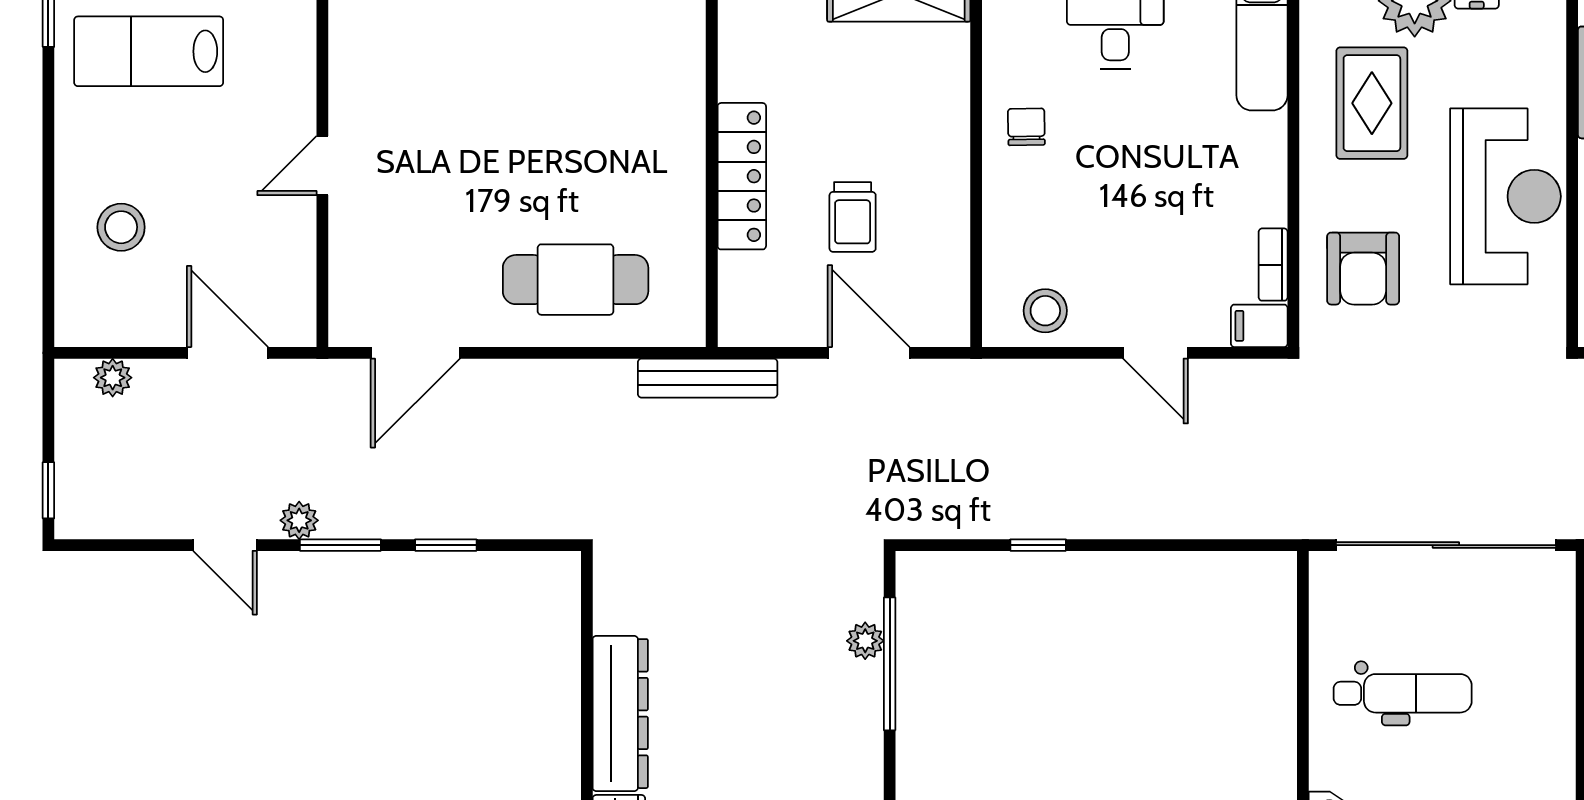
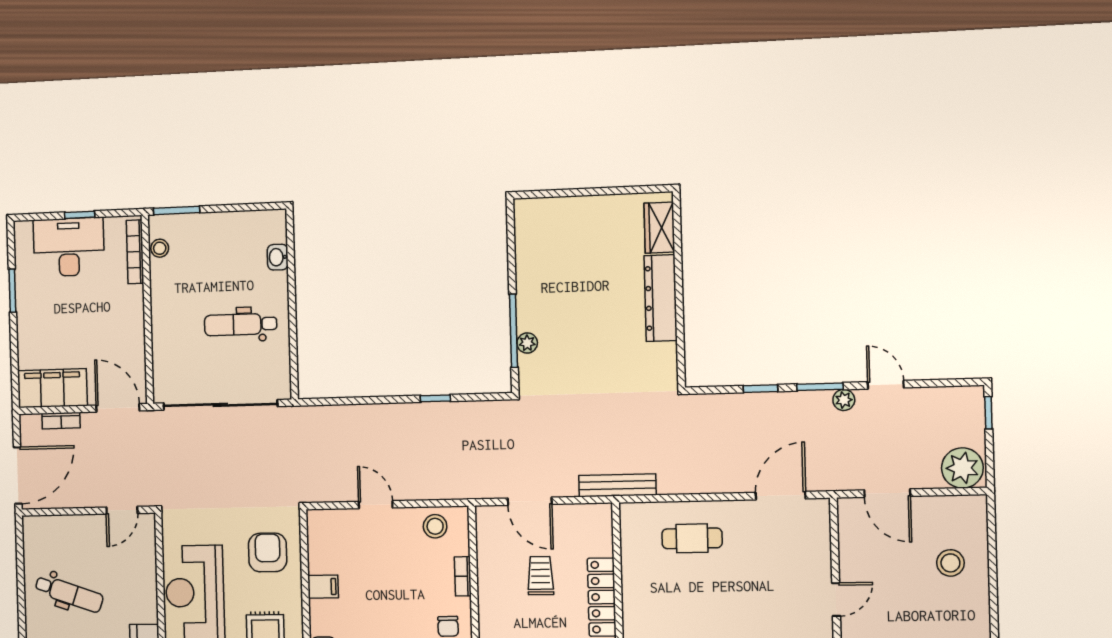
bookcase: (1273, 265) -> (463, 576), moved, turned 180
cafe table: (576, 280) -> (692, 538), width x0.73, depth x0.74
filing cabinet: (1259, 326) -> (323, 587), moved
plant: (113, 378) -> (962, 468), width x1.88, depth x1.88

